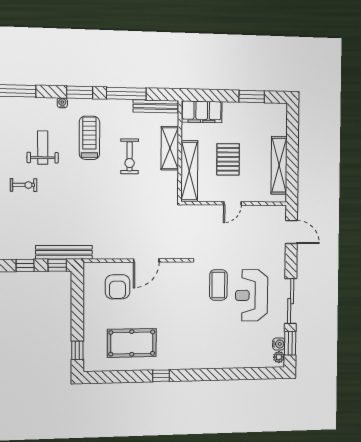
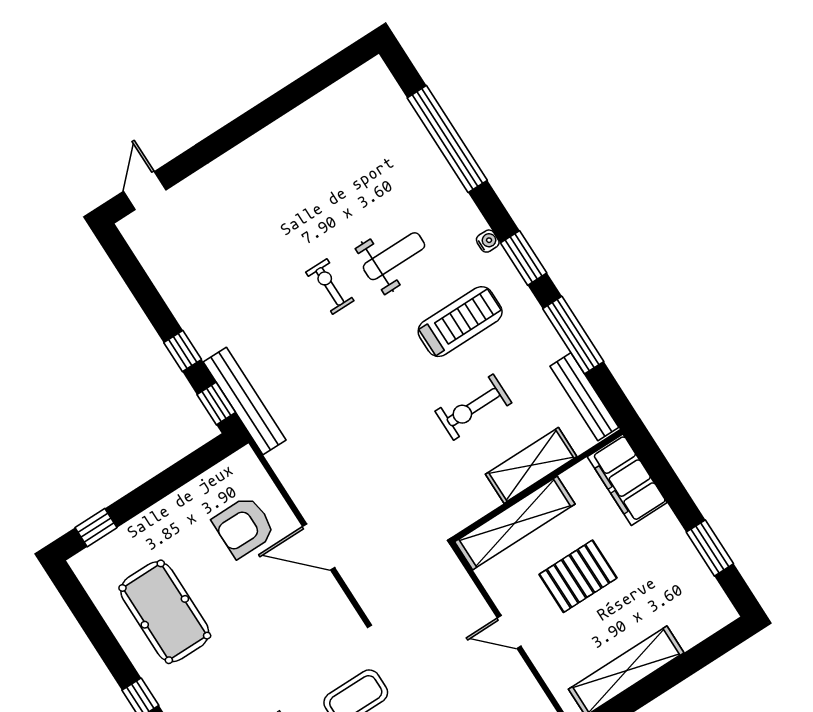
exercise bike: (23, 185) -> (330, 286), moved, turned 180

